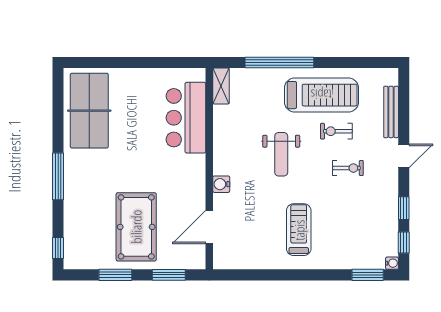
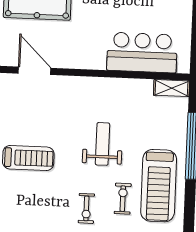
weight bench: (281, 154) -> (102, 144), turned 90
water cooler: (221, 184) -> (76, 84), removed

